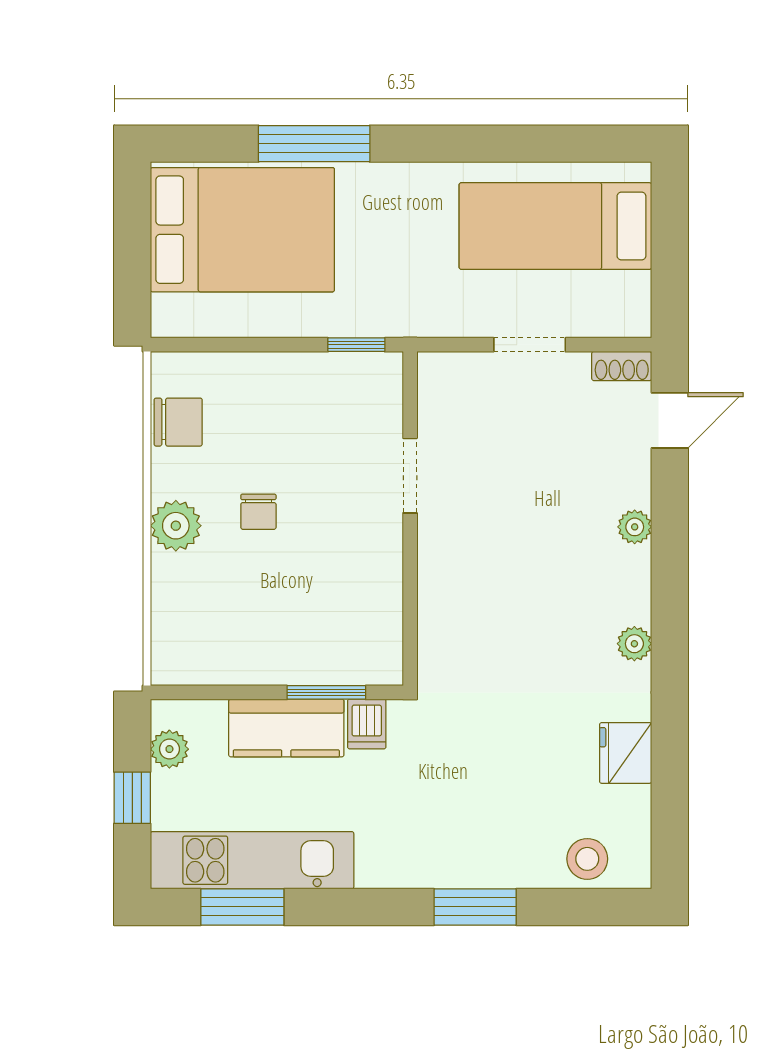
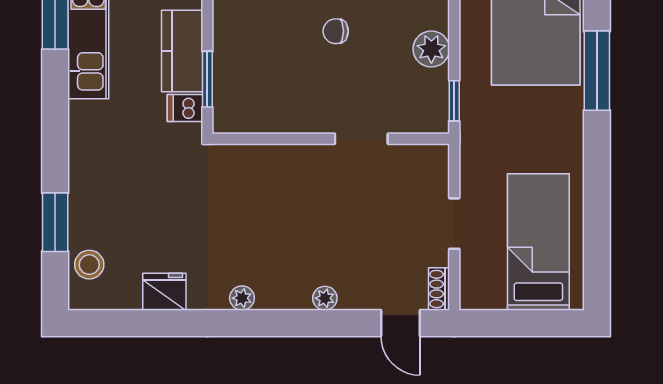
plant: (284, 377) -> (431, 49), added
window: (475, 907) -> (55, 222), moved

